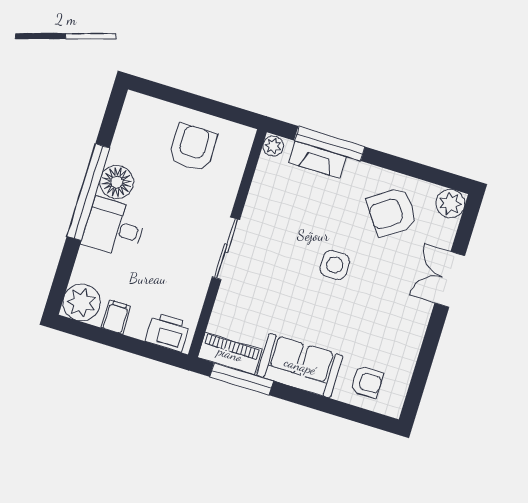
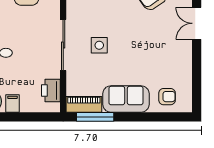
sliding door: (226, 248) -> (63, 45), width x1.37
side table: (335, 265) -> (99, 45), moved
printer: (168, 332) -> (51, 90), moved, turned -90

